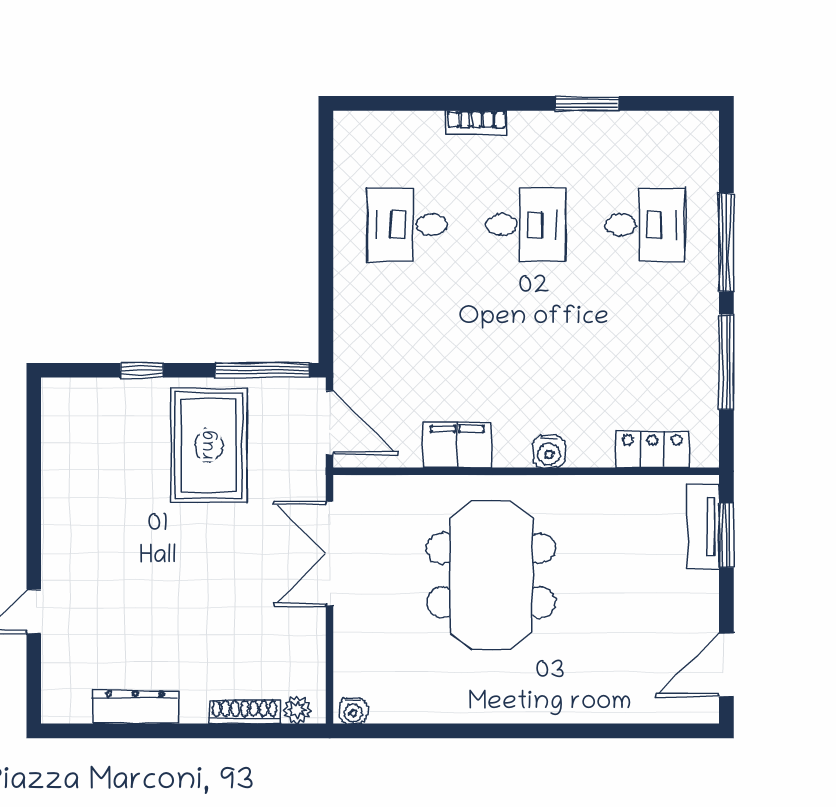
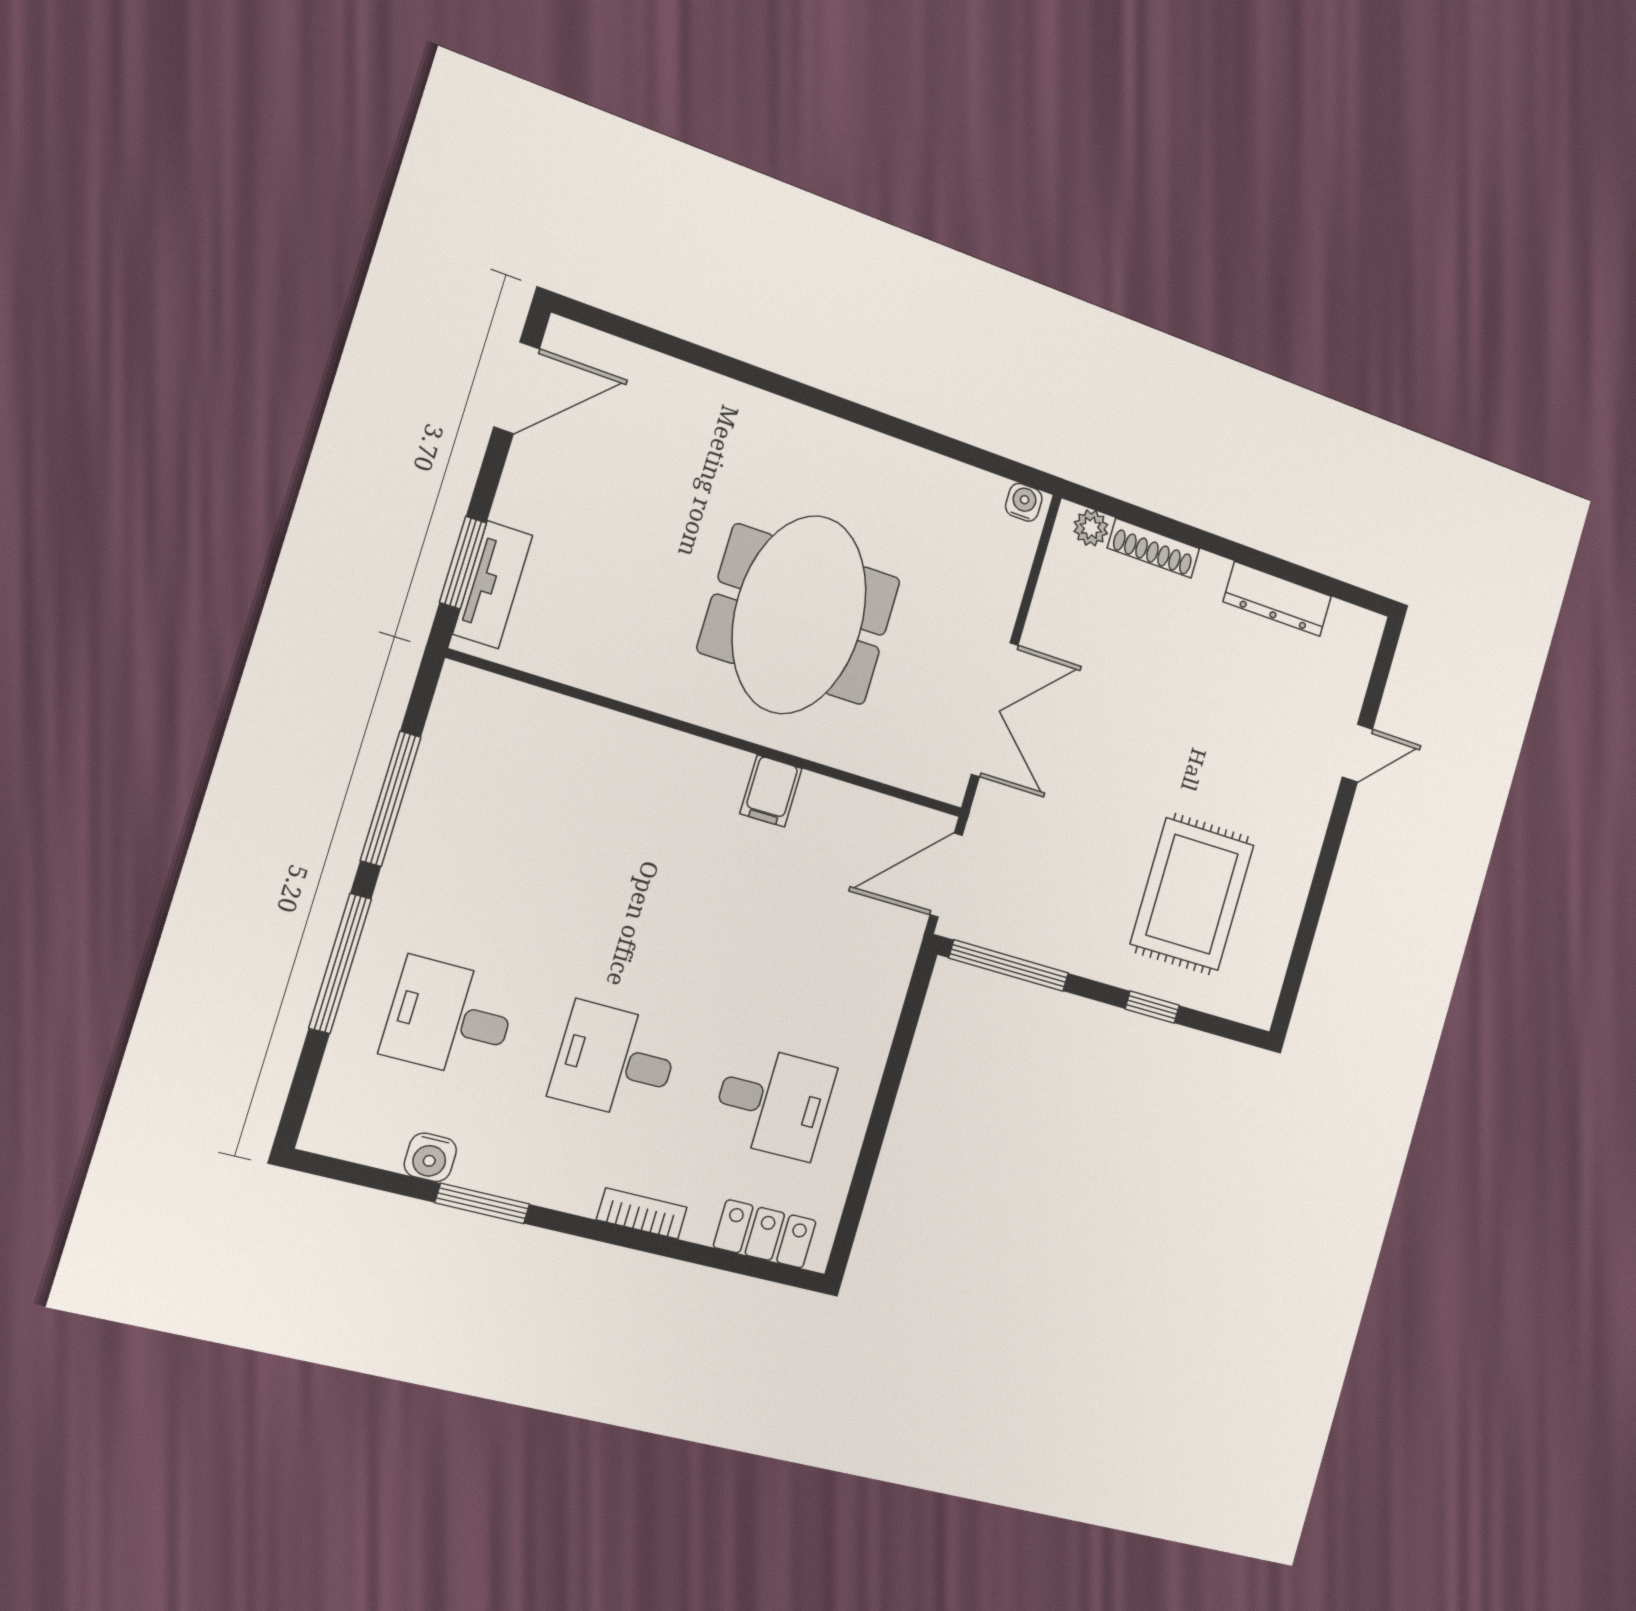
door: (330, 423) -> (946, 875), hinge flipped
rug: (209, 445) -> (1192, 894), moved
filing cabinet: (457, 445) -> (771, 791), width x0.50
locker: (652, 449) -> (765, 1234), moved, turned 180
water cooler: (549, 452) -> (430, 1157), moved, turned 180

